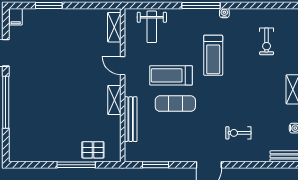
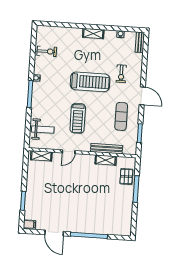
exercise bike: (267, 41) -> (47, 51), moved
treadmill: (213, 55) -> (90, 82), moved, width x1.37, depth x1.38
shelving: (114, 100) -> (106, 160), moved
exercise mat: (175, 104) -> (121, 116), moved

